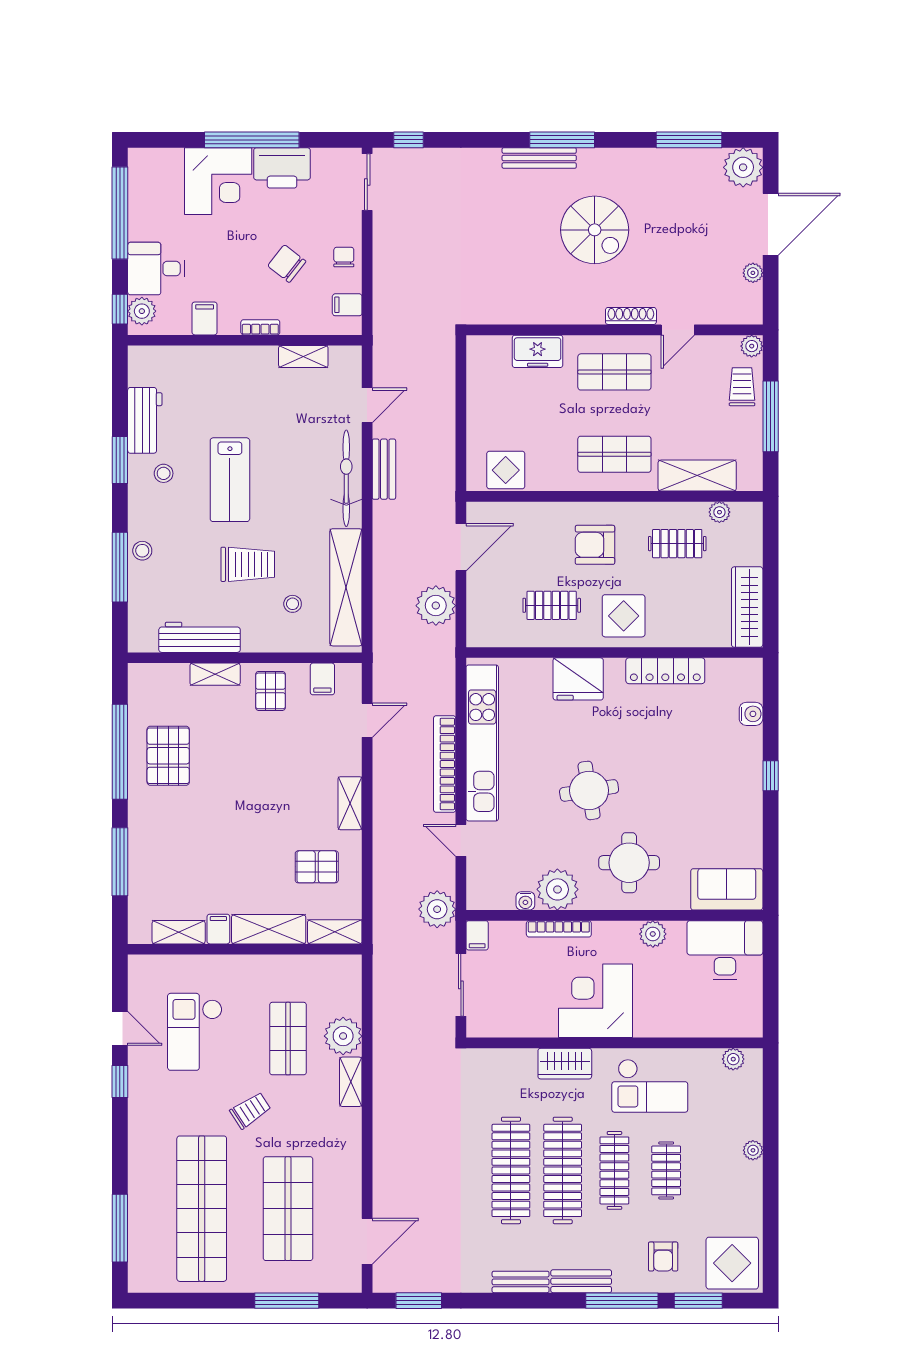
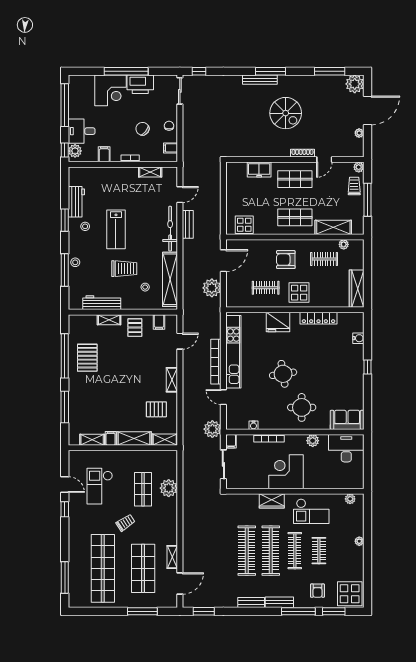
plant: (557, 889) -> (268, 420), removed
shelving: (351, 1082) -> (172, 557), moved

